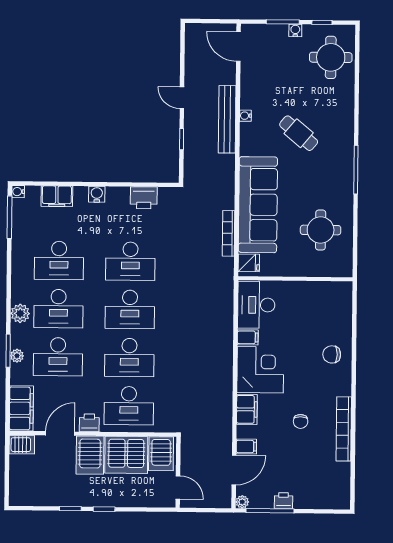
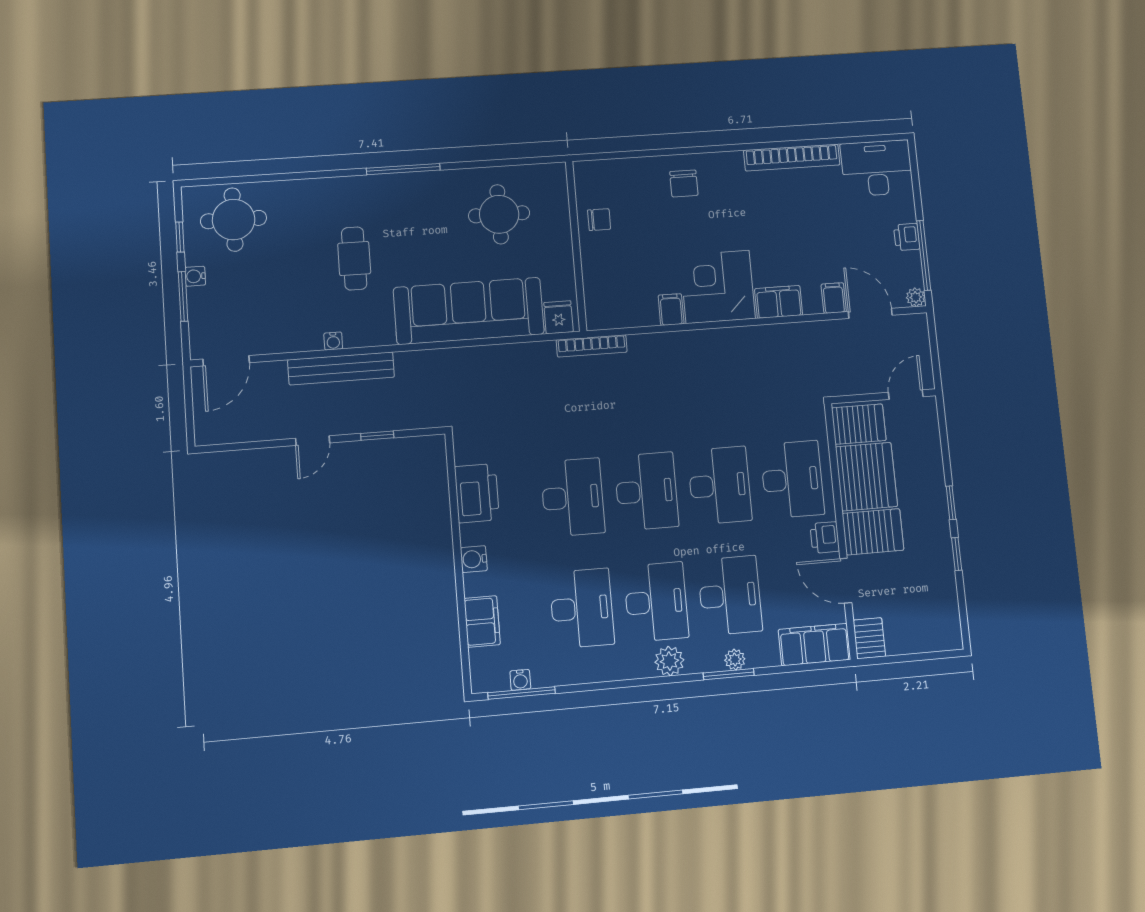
cafe table: (299, 133) -> (354, 258), turned -40
water cooler: (18, 192) -> (520, 680), moved
printer: (144, 198) -> (477, 493), width x1.37, depth x1.19
bookcase: (228, 233) -> (592, 346), moved
desk: (256, 305) -> (877, 168), moved, turned 180
chair: (301, 421) -> (599, 220), moved

